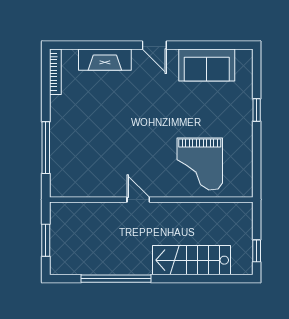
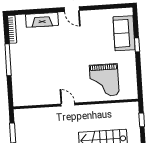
sofa: (207, 65) -> (124, 33), moved, turned 90
window: (46, 148) -> (8, 60), moved
window: (257, 251) -> (142, 120), moved

